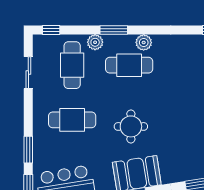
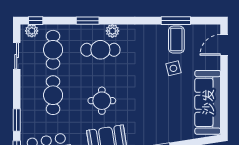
plant: (95, 42) -> (32, 31), moved
cafe table: (72, 120) -> (53, 95), turned 90

